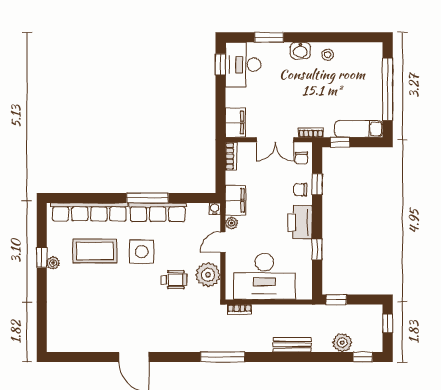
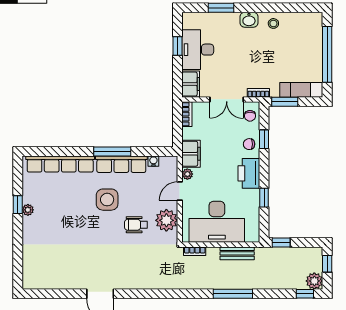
window: (220, 64) -> (178, 46), moved
desk: (243, 65) -> (198, 50), moved
window: (340, 142) -> (285, 102), width x1.50
water cooler: (215, 209) -> (153, 161), moved
coffee table: (95, 251) -> (65, 199), removed
wheelchair: (174, 280) -> (136, 225), turned 180
plant: (342, 343) -> (314, 281), moved
bench: (292, 345) -> (237, 253), moved
window: (223, 357) -> (233, 294), moved

